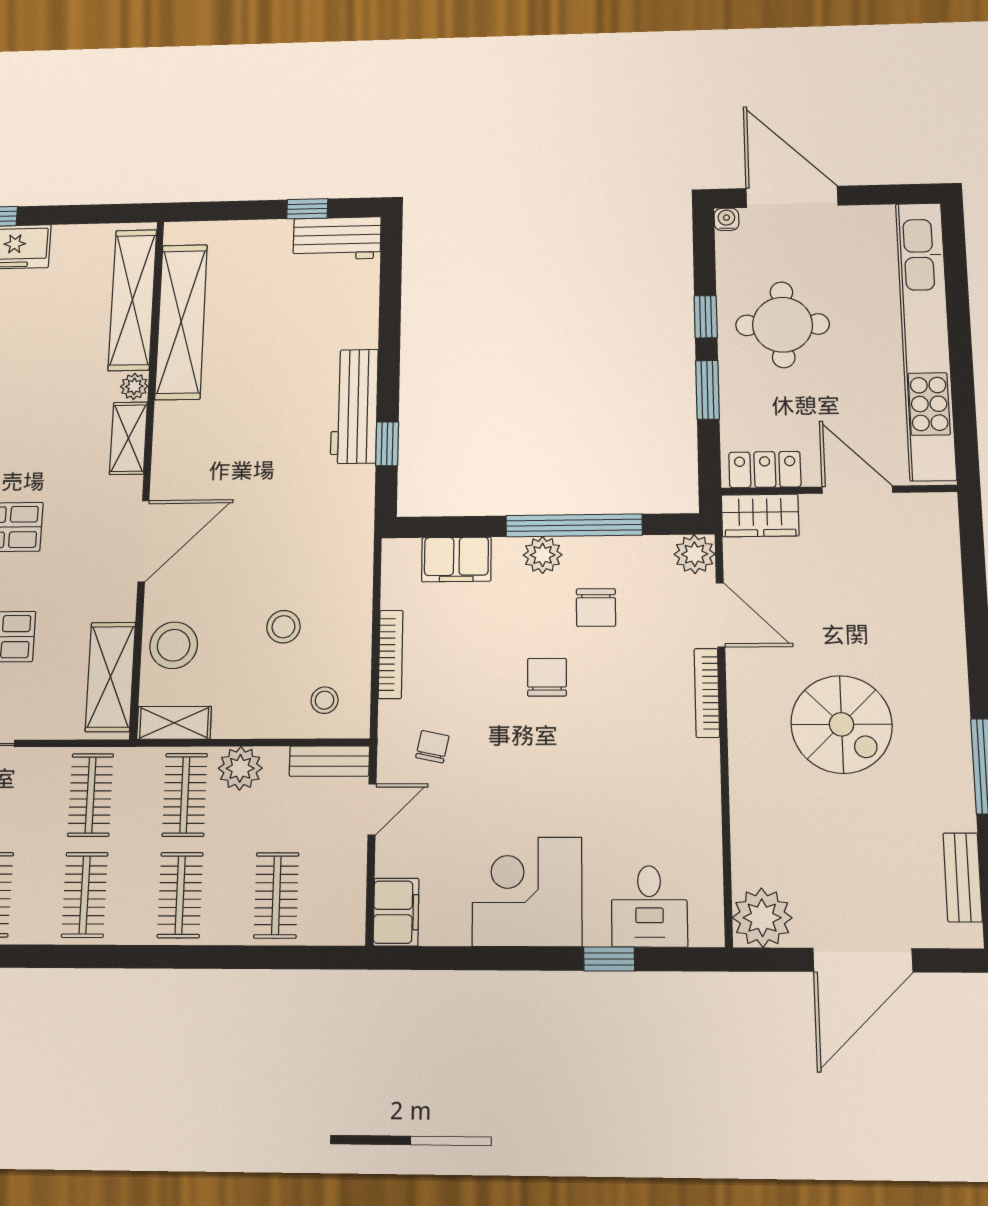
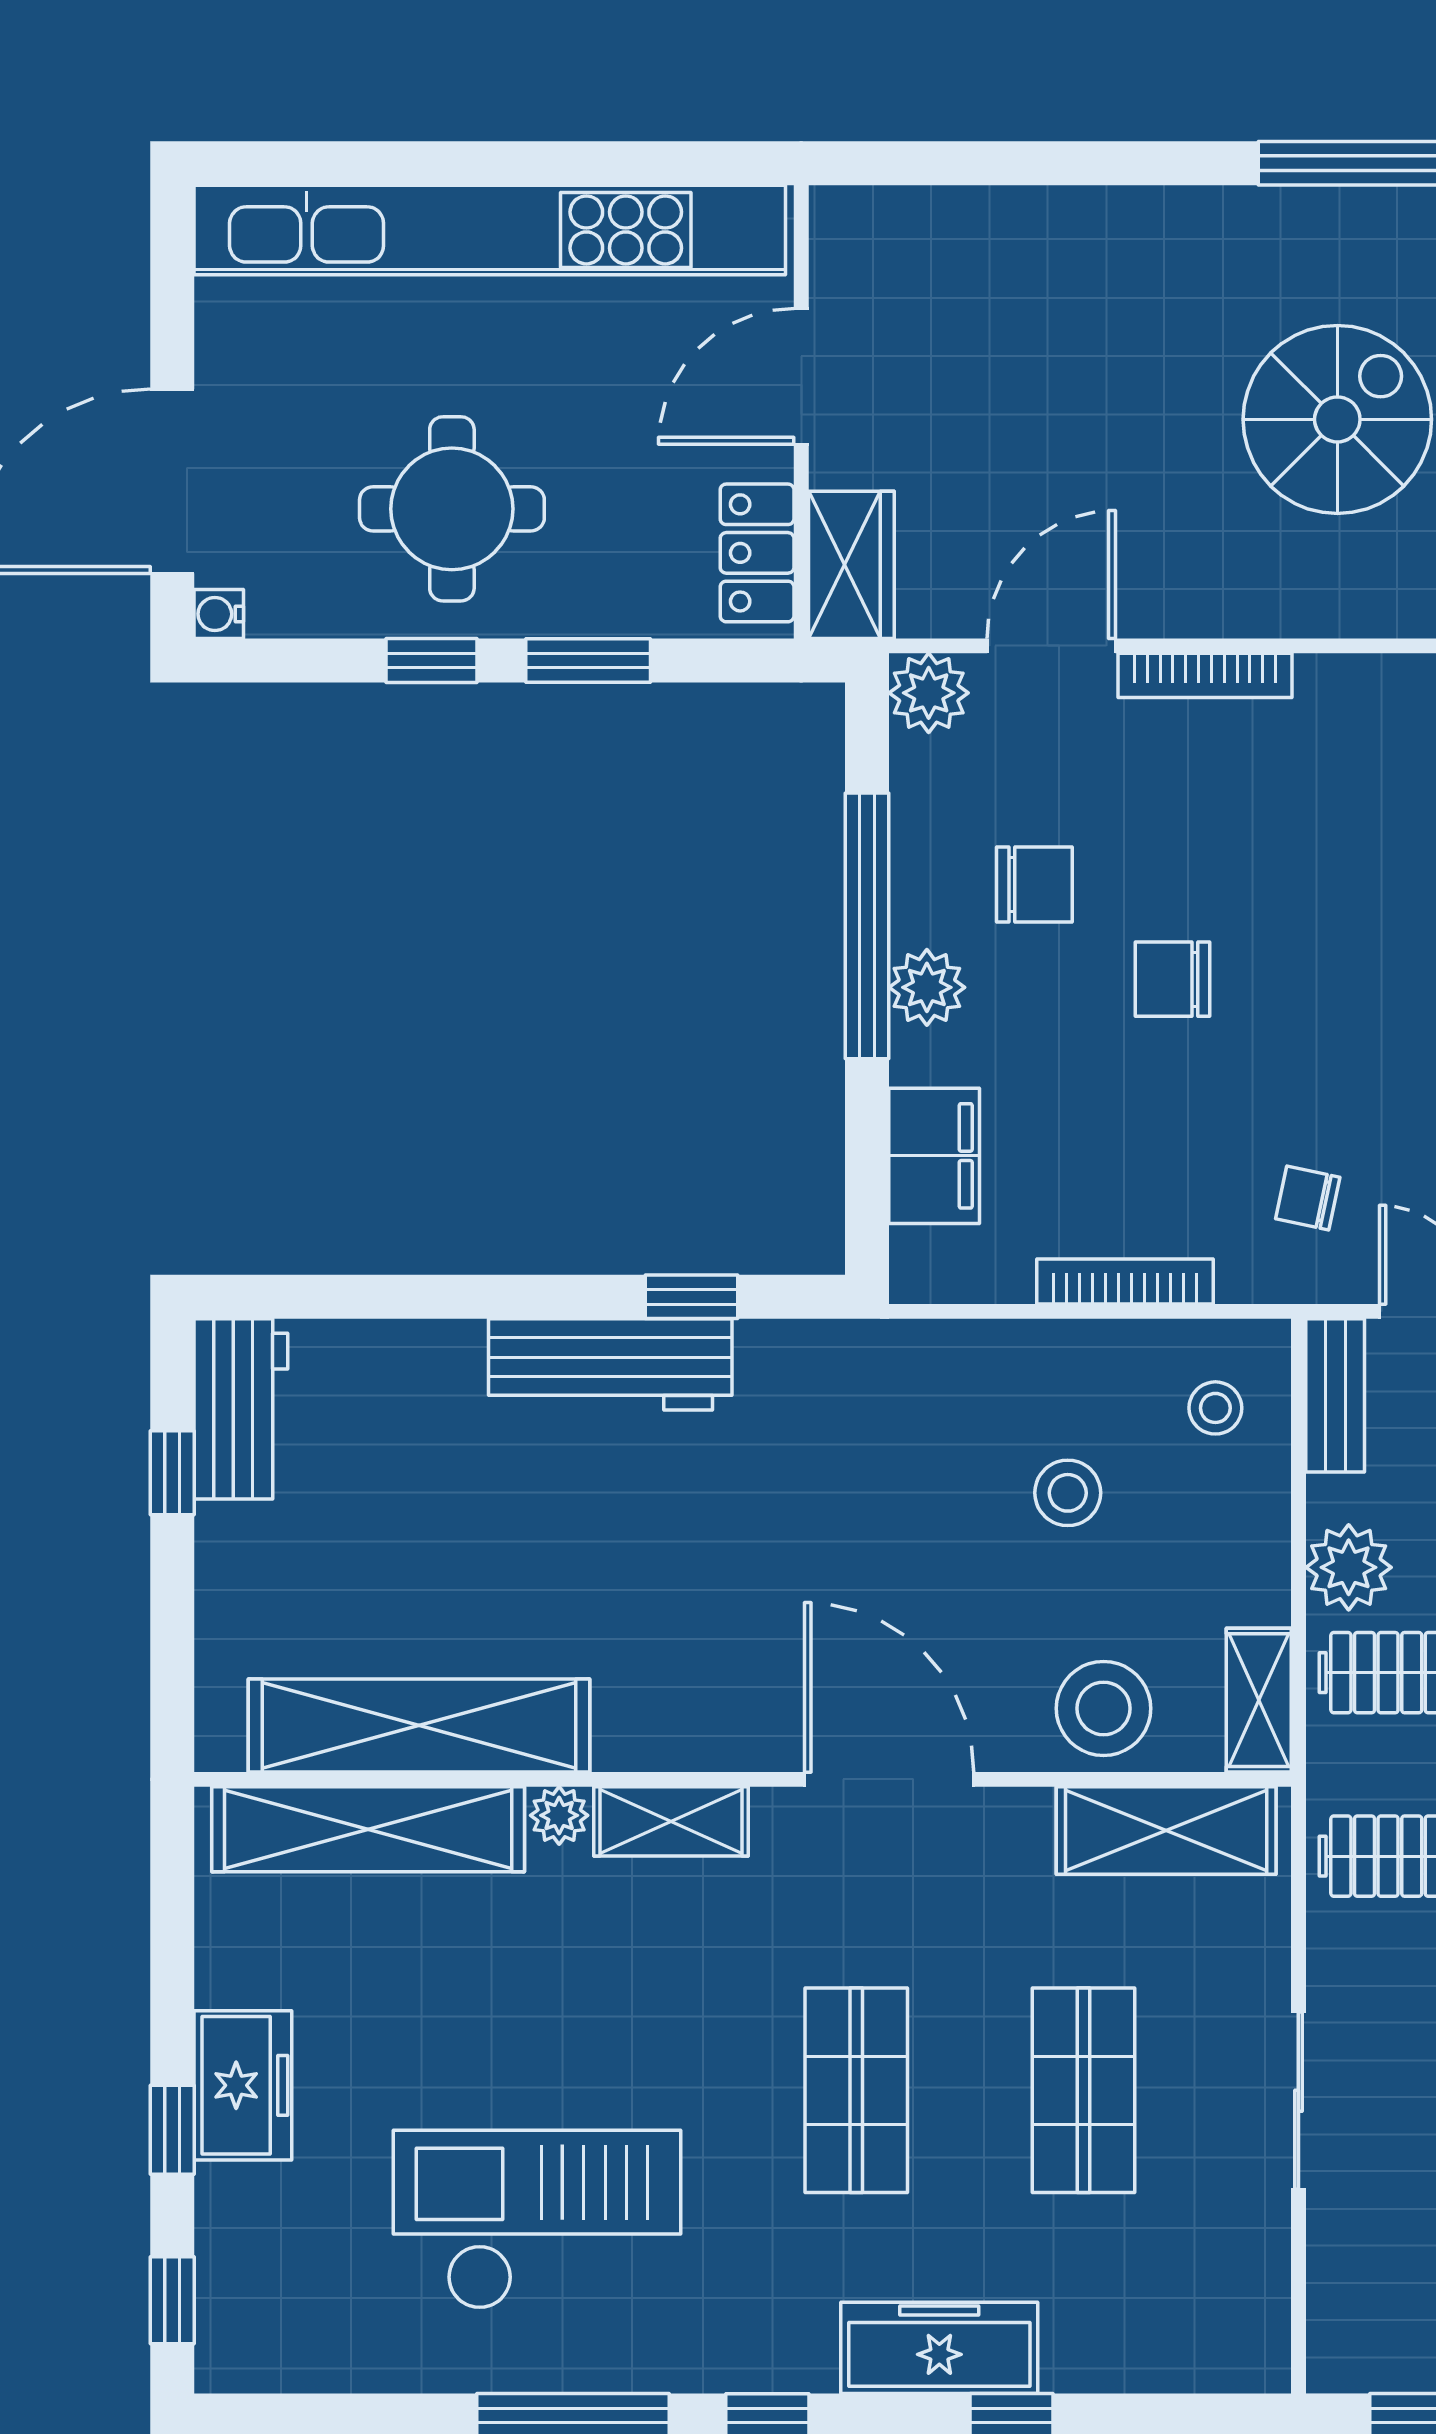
spiral stairs: (842, 724) -> (1337, 419), moved

